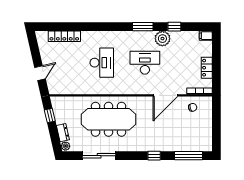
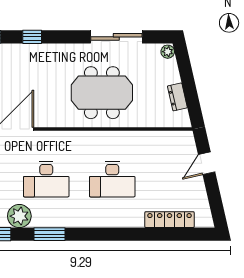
desk: (102, 63) -> (112, 179), turned -90
window: (50, 115) -> (192, 98), removed
meeting table: (108, 119) -> (102, 93), width x0.73
dresser: (63, 133) -> (177, 97), moved

